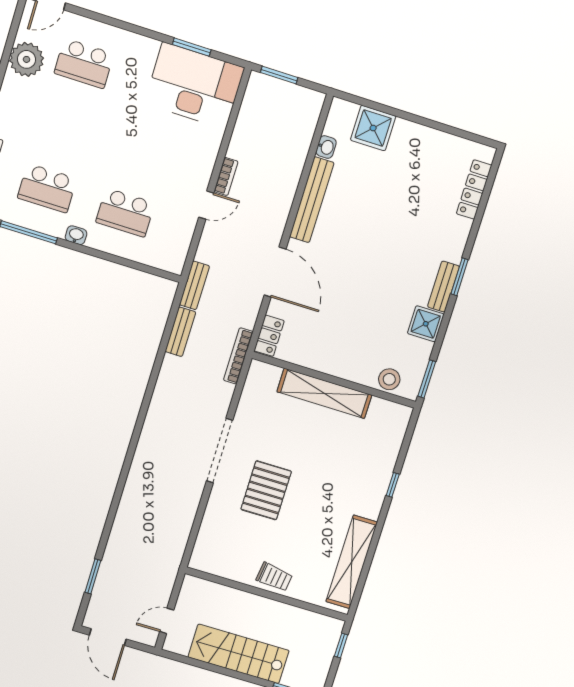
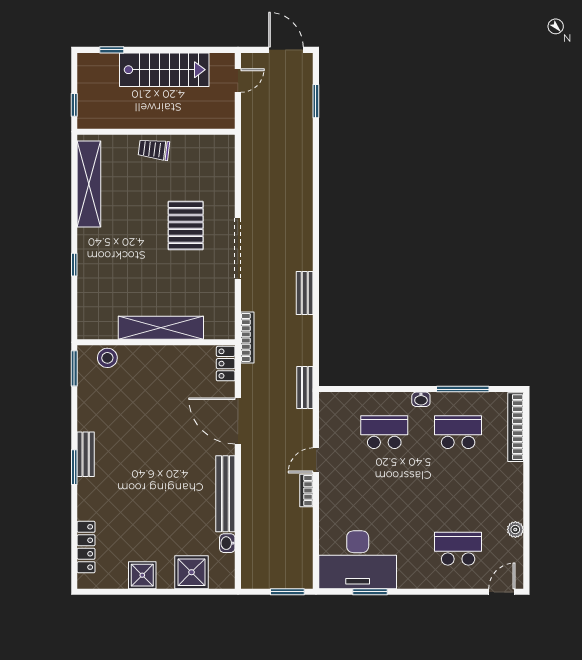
plant: (27, 59) -> (515, 529), width x0.53, depth x0.53
shower: (426, 324) -> (142, 575), moved
bench: (180, 332) -> (305, 293), moved

